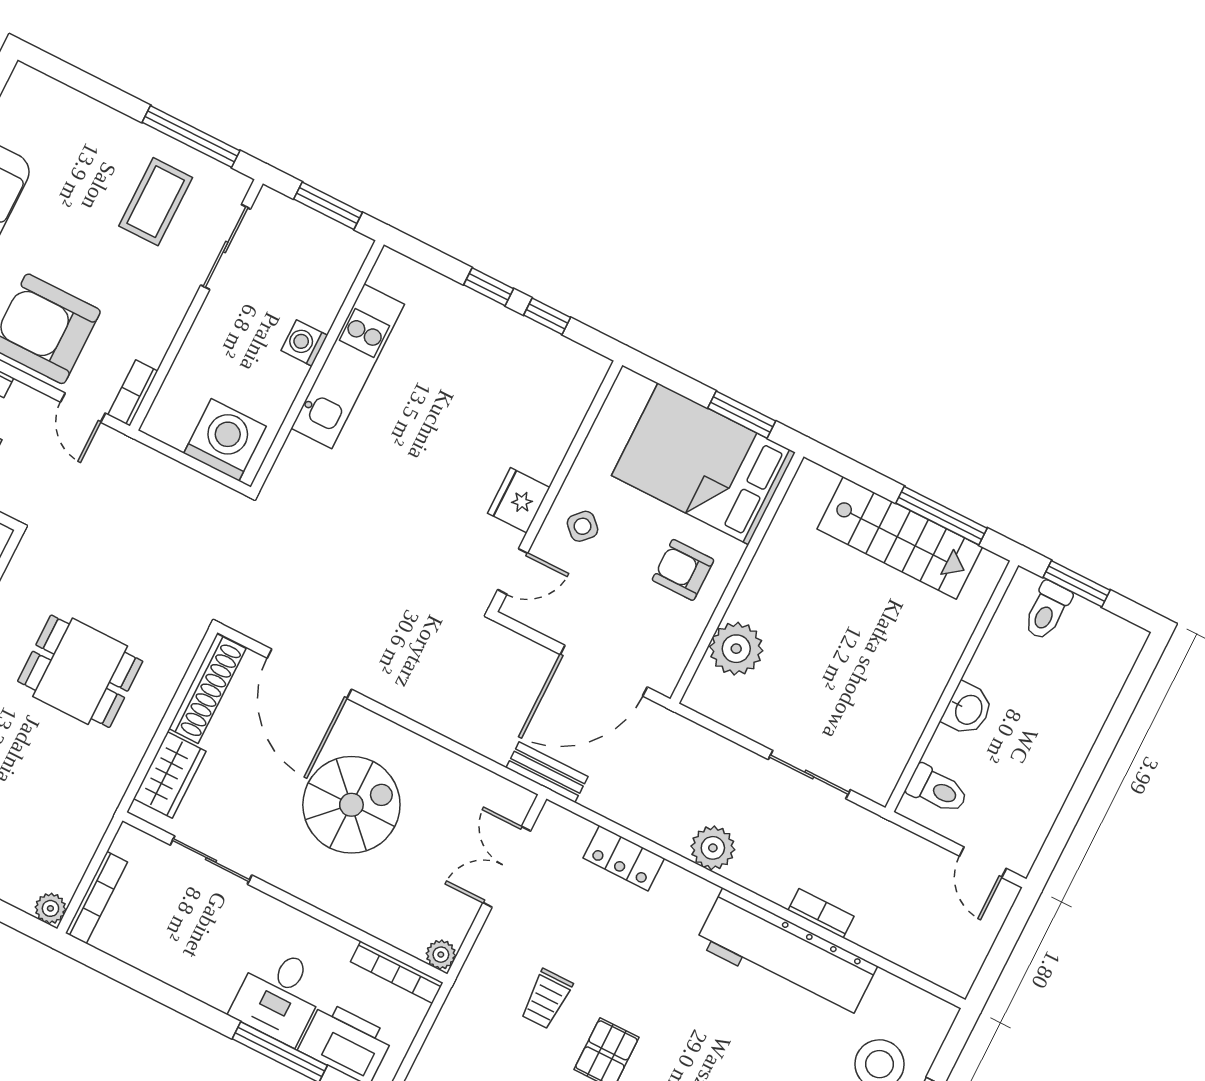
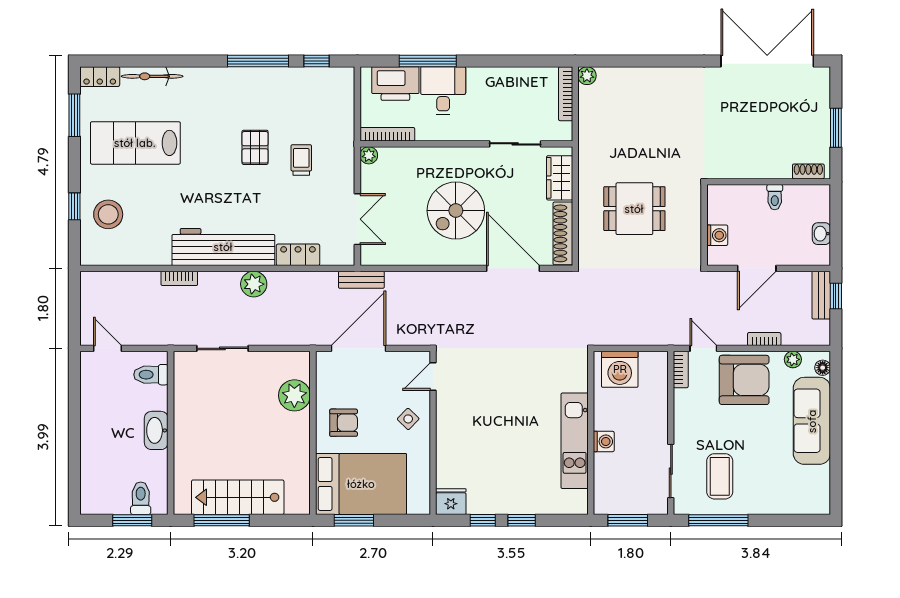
fridge: (519, 500) -> (451, 502), moved, turned -90
washbasin: (968, 709) -> (156, 430), width x1.38
workbench: (786, 955) -> (223, 247), moved

